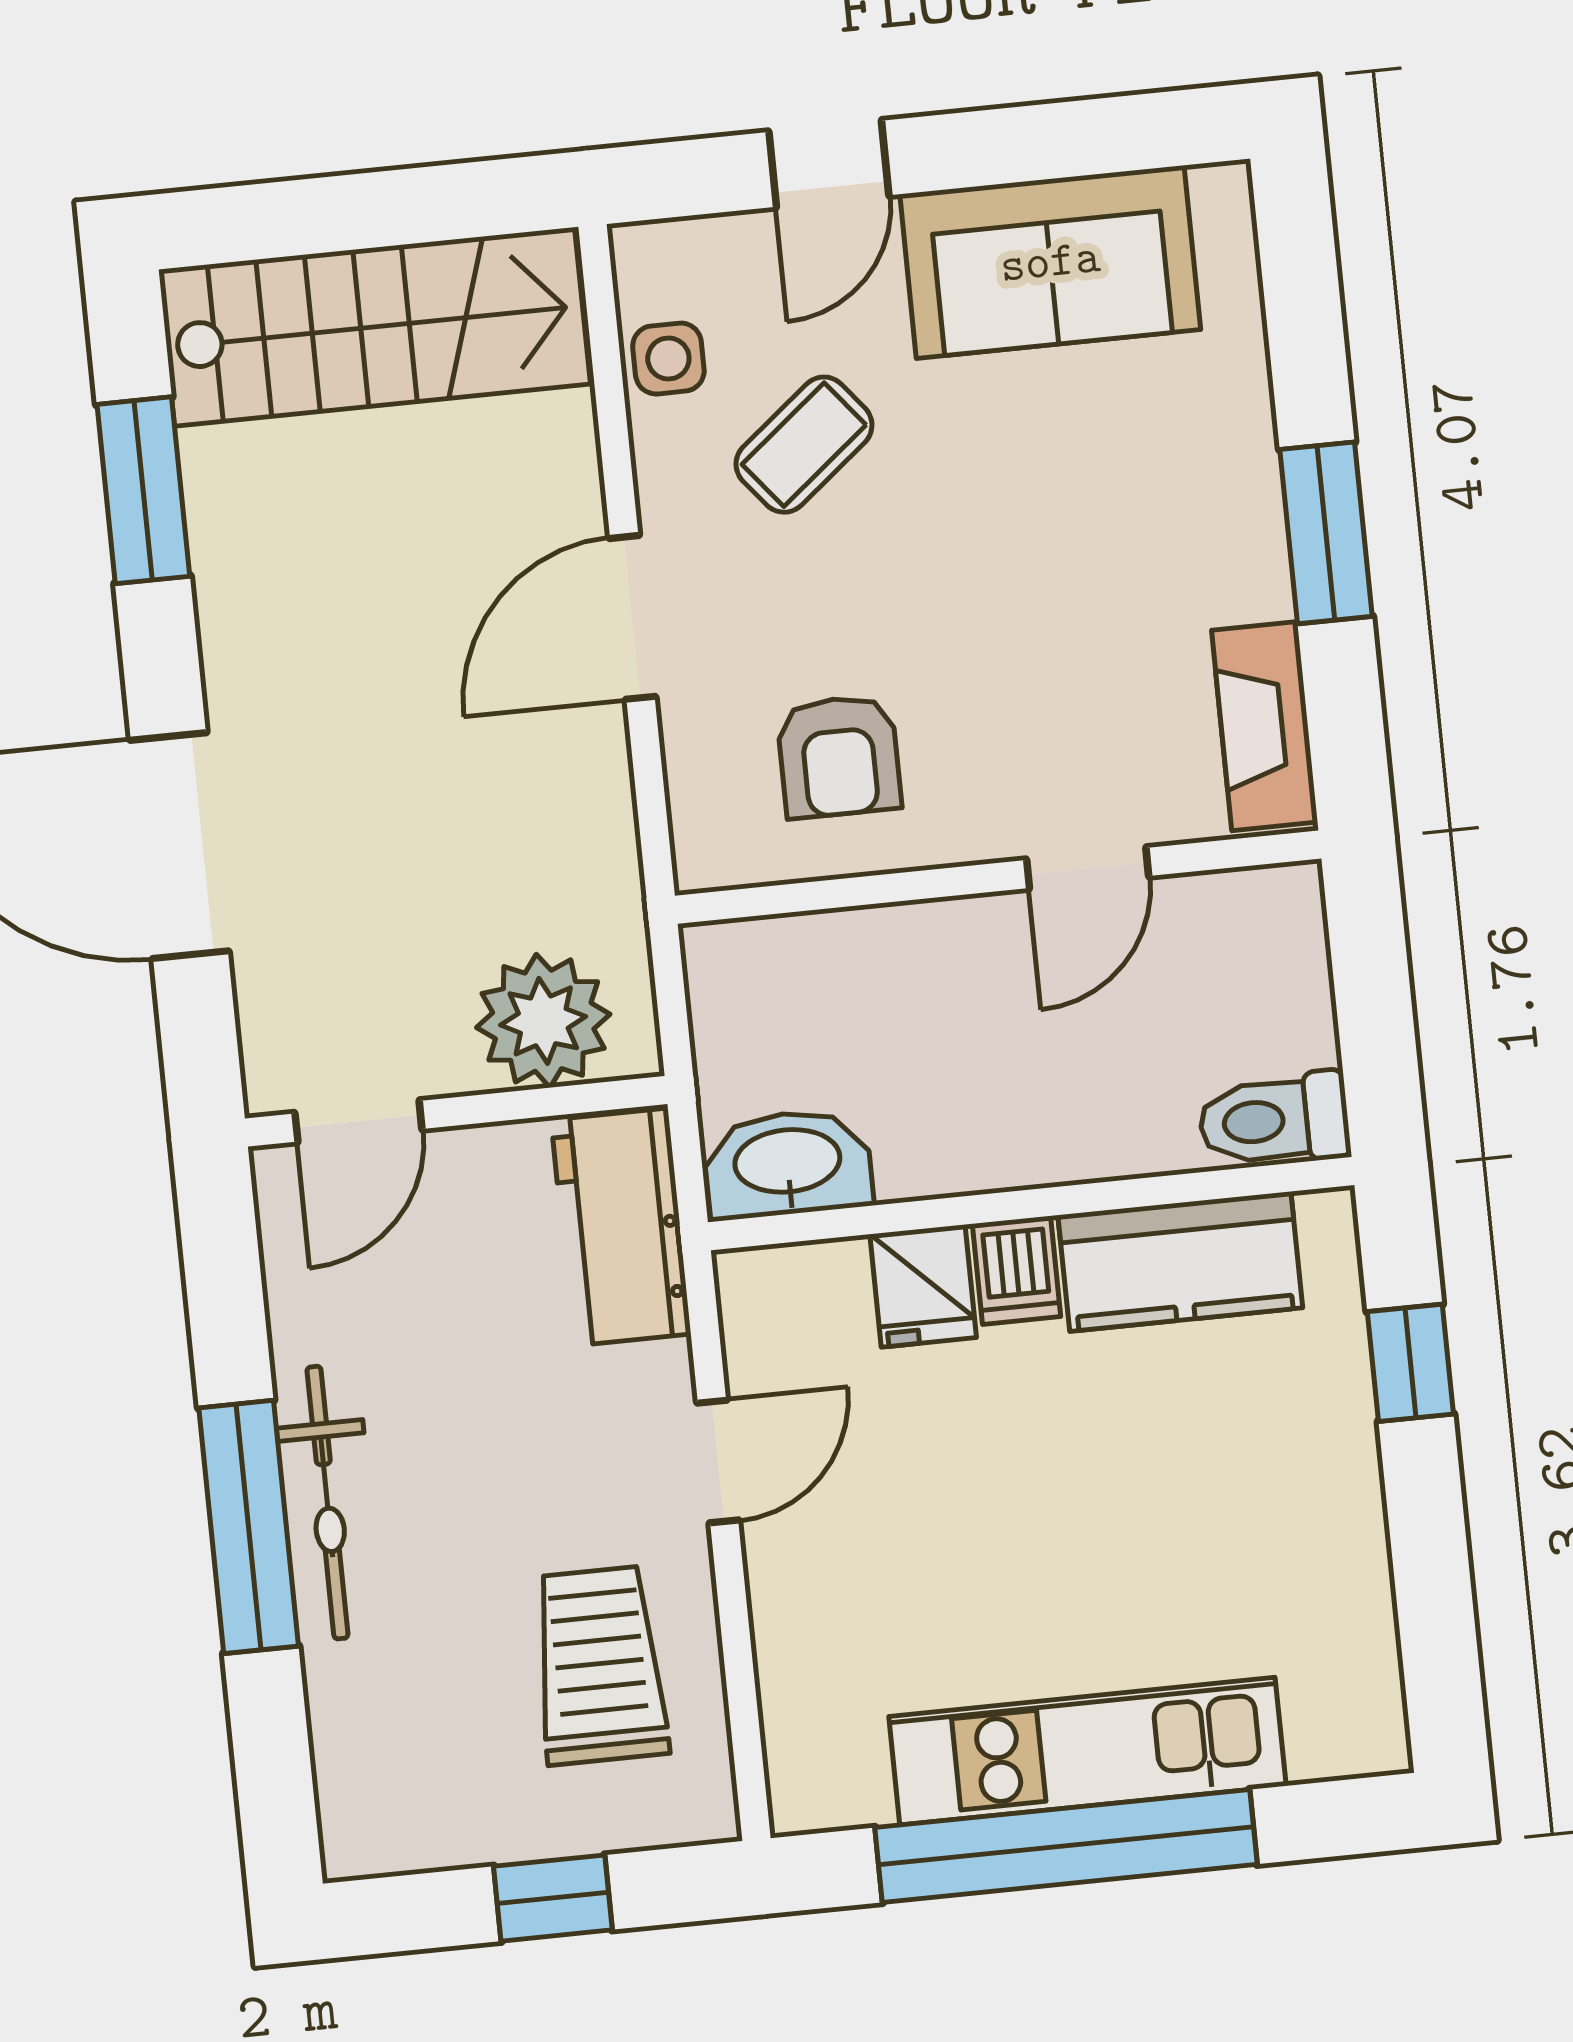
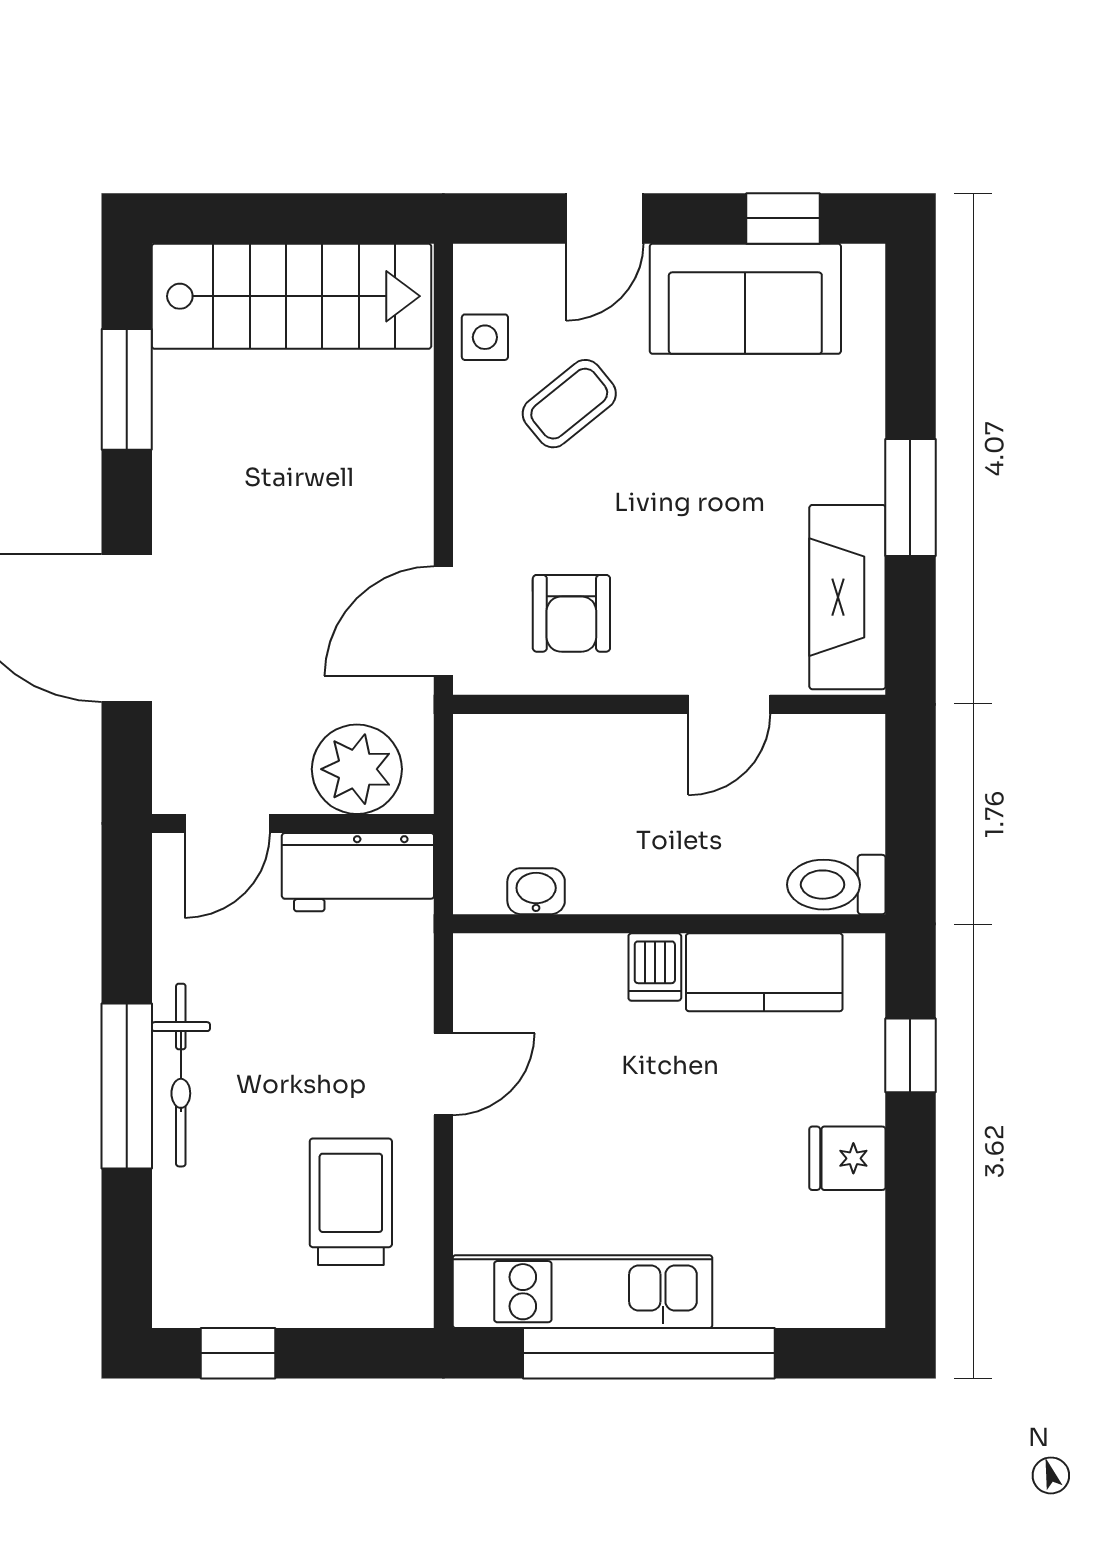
window: (1094, 137) -> (783, 218), added
door: (632, 617) -> (443, 621), moved
fireplace: (1265, 726) -> (847, 597), width x1.37, depth x1.32
washbasin: (788, 1164) -> (536, 891), width x0.52, depth x0.69
workbench: (621, 1227) -> (358, 872), moved, turned -90
fridge: (923, 1286) -> (847, 1158), moved, turned 90
kitchen unit: (1087, 1751) -> (583, 1292), moved
window: (553, 1898) -> (238, 1353), moved

